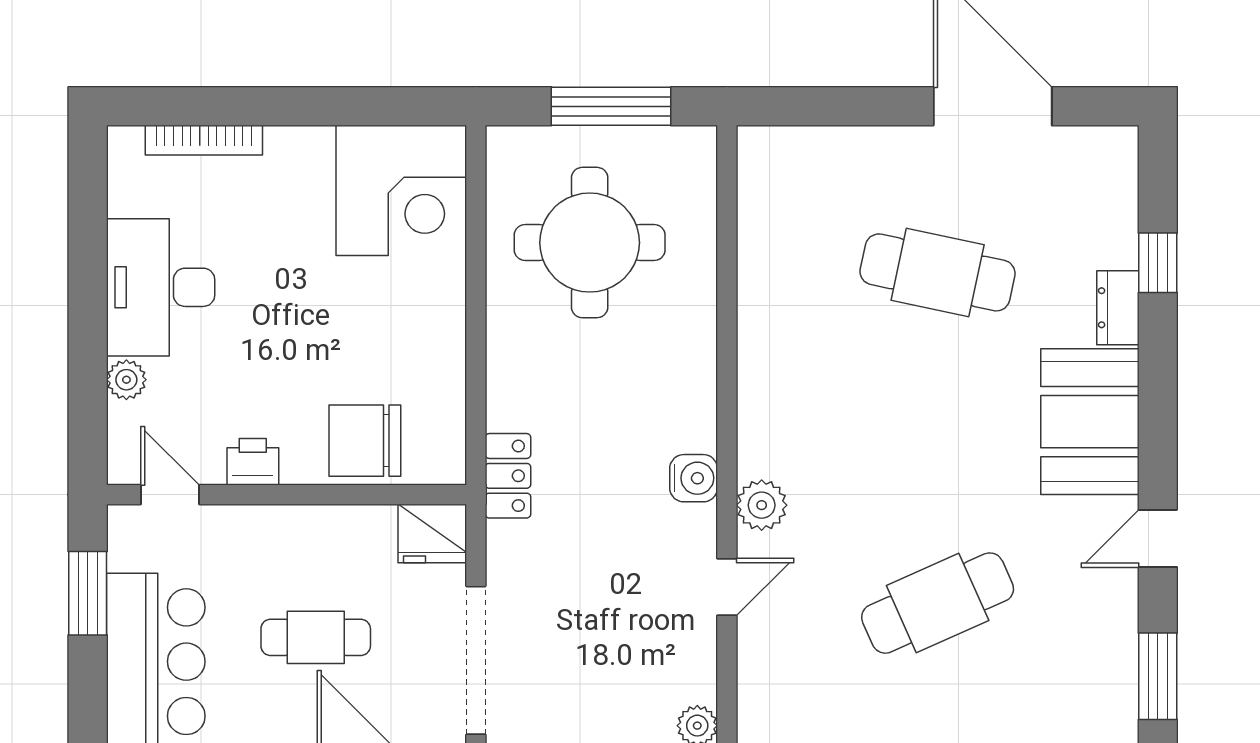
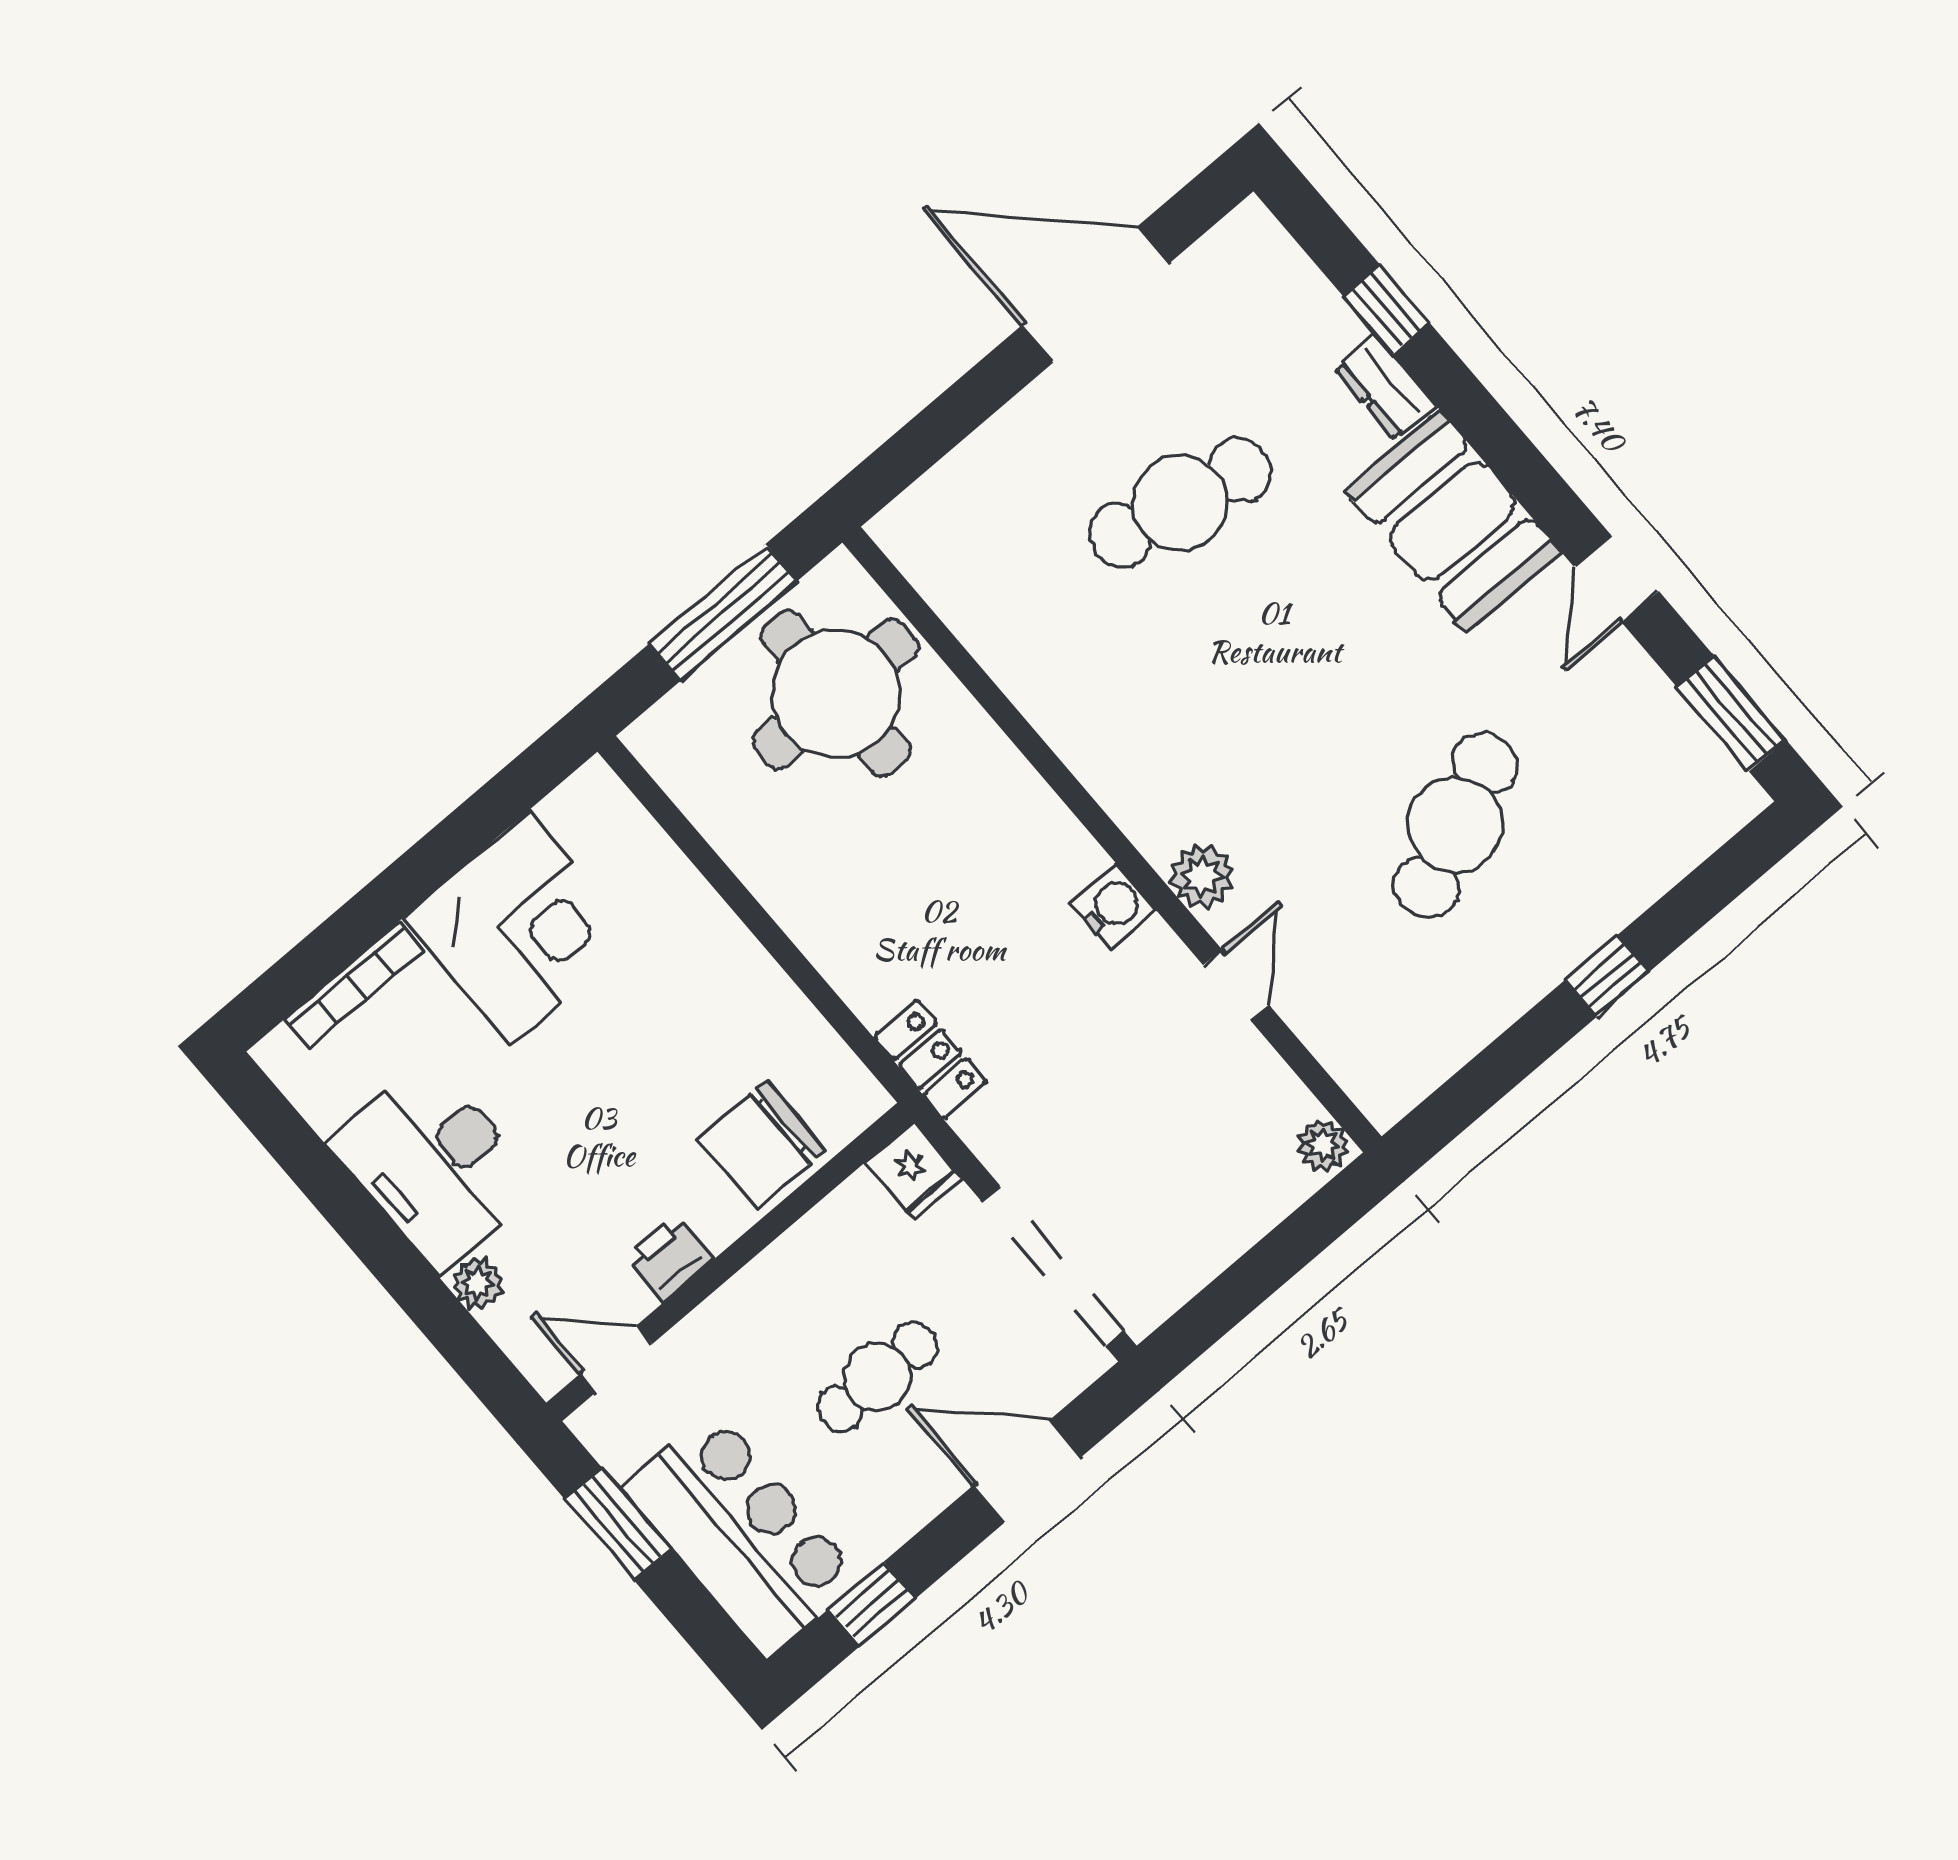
corner desk: (401, 190) -> (520, 928), moved
round table: (590, 243) -> (836, 694), moved
fridge: (432, 533) -> (914, 1171), width x0.72

